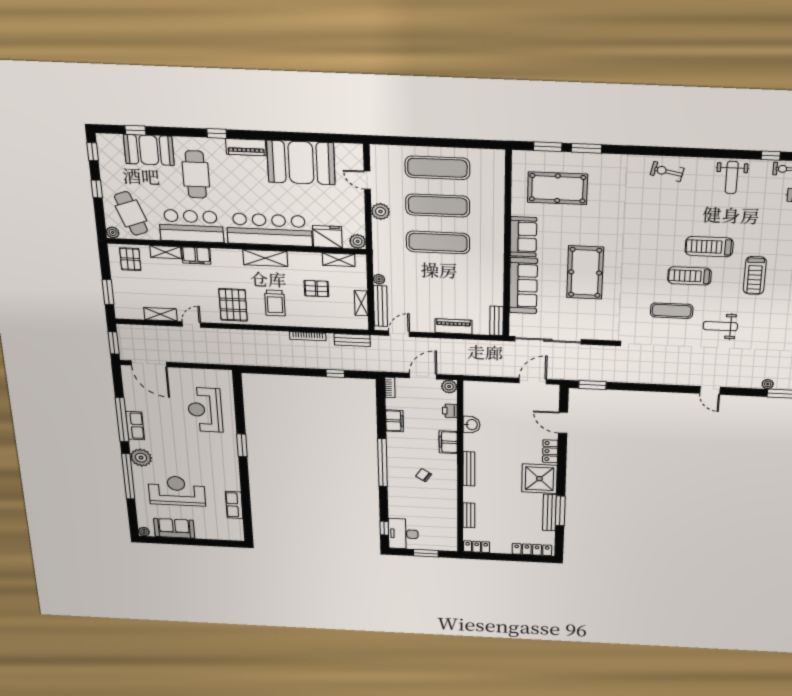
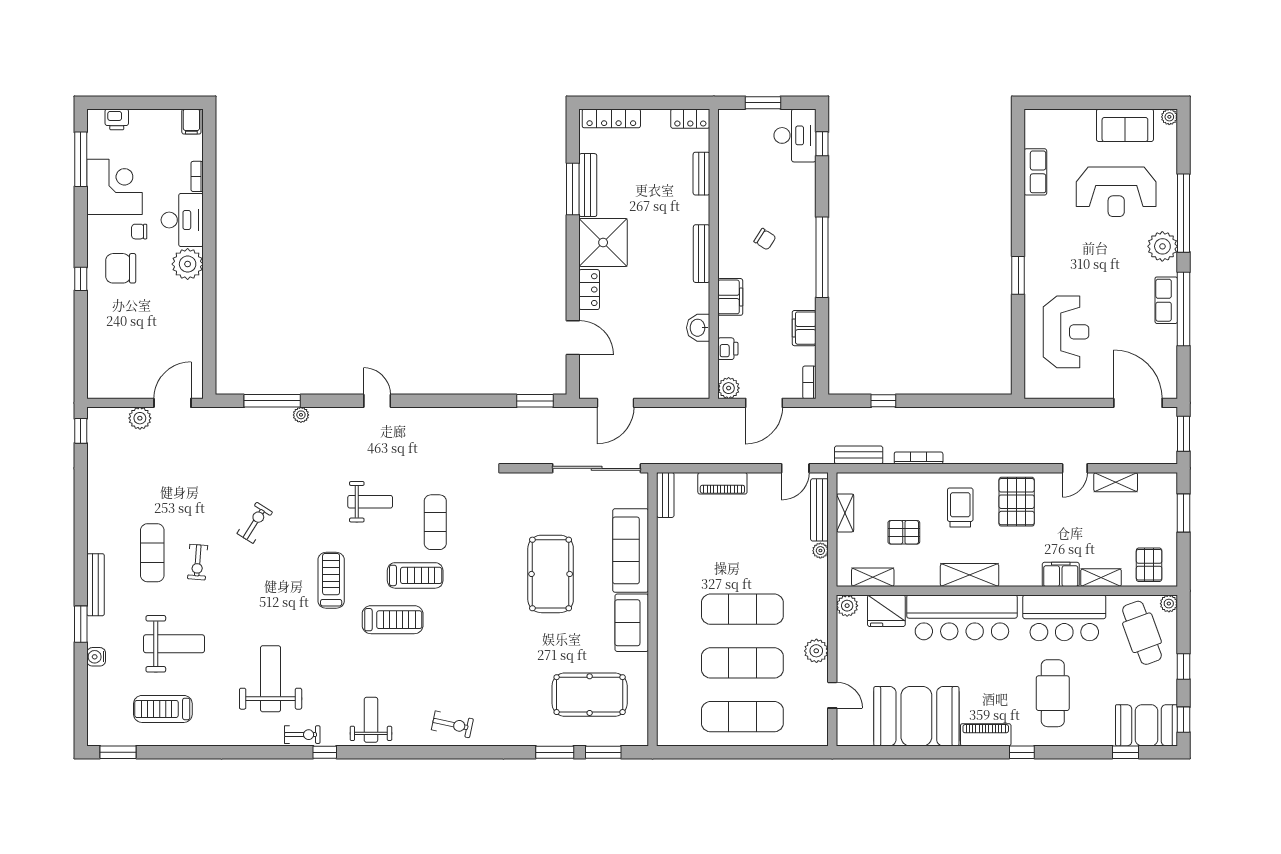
booth: (149, 150) -> (1147, 725), moved
exercise mat: (672, 311) -> (435, 522), turned 90

